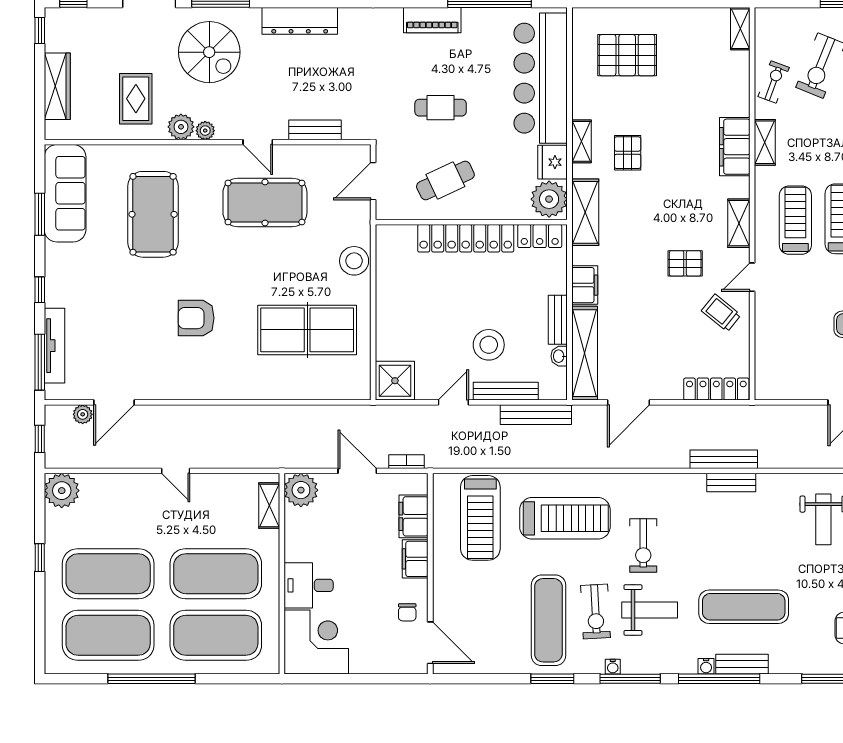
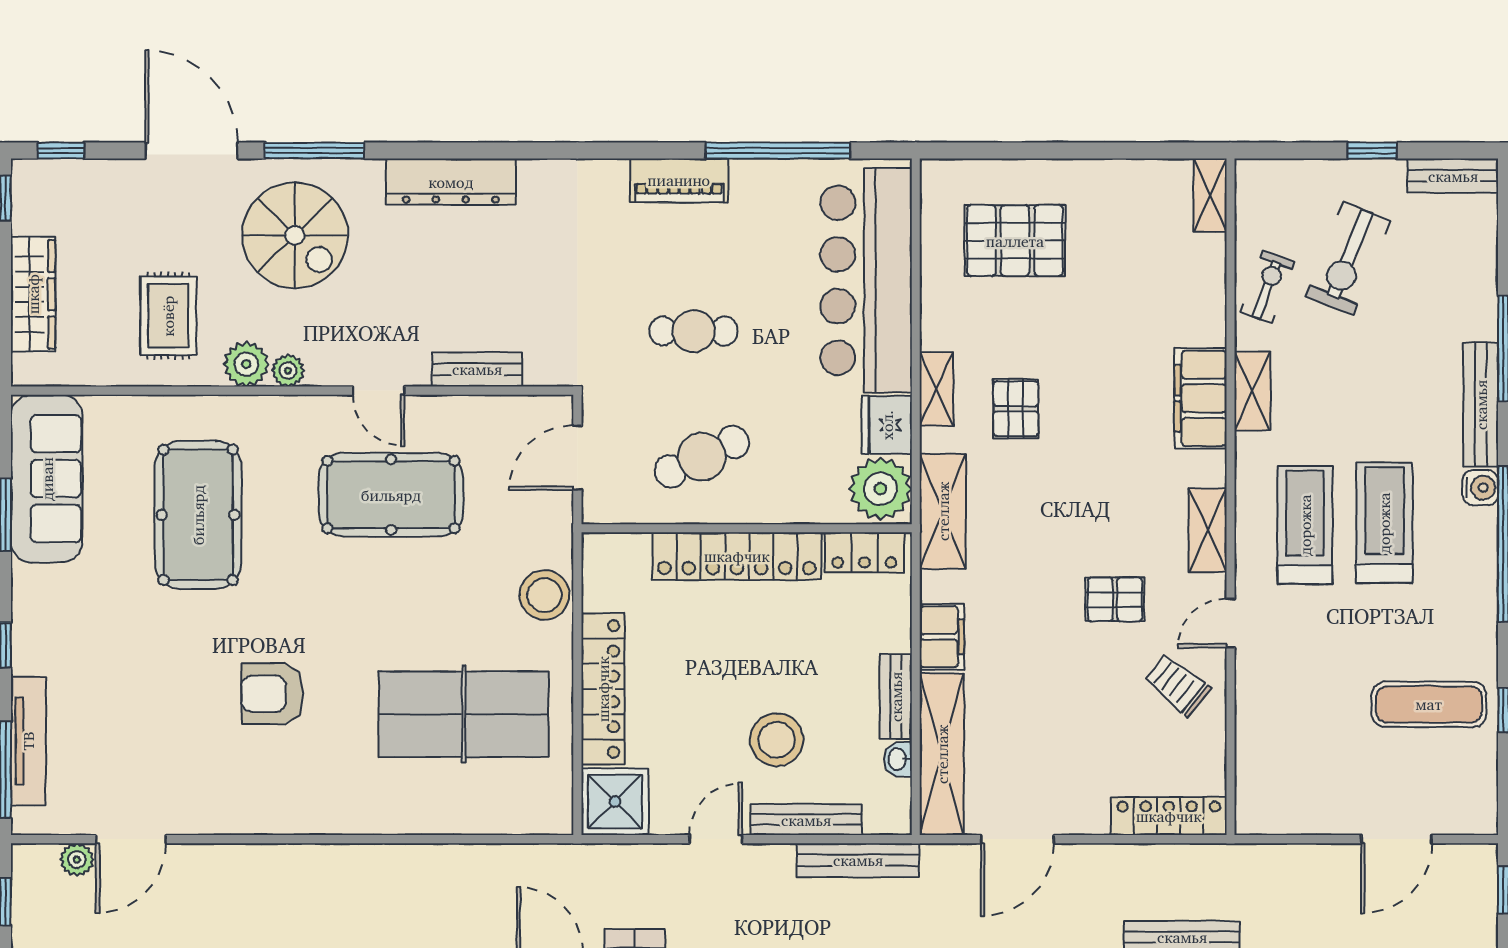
locker: (388, 315) -> (603, 689), added

